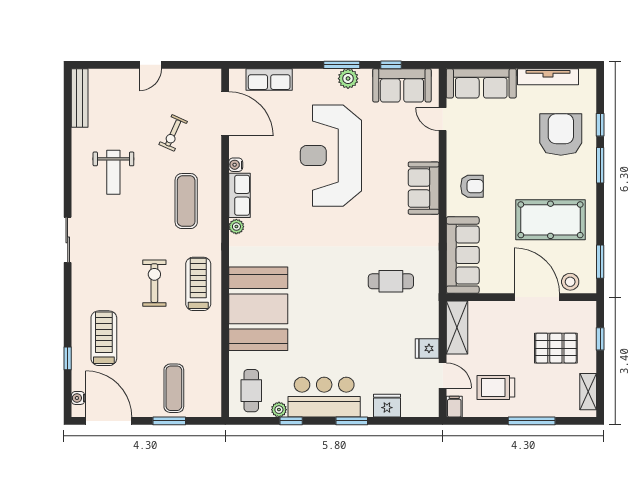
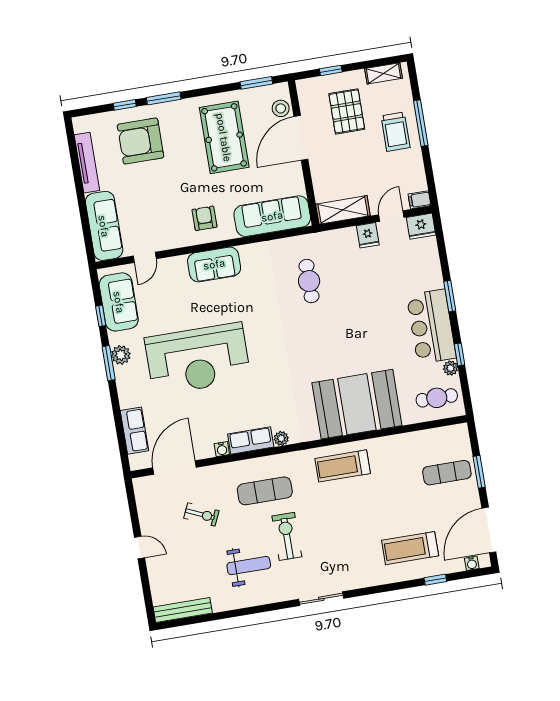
exercise bike: (154, 283) -> (287, 536), moved, turned 90
trolley: (496, 388) -> (396, 132), moved
fridge: (387, 406) -> (421, 226), moved, turned -90

